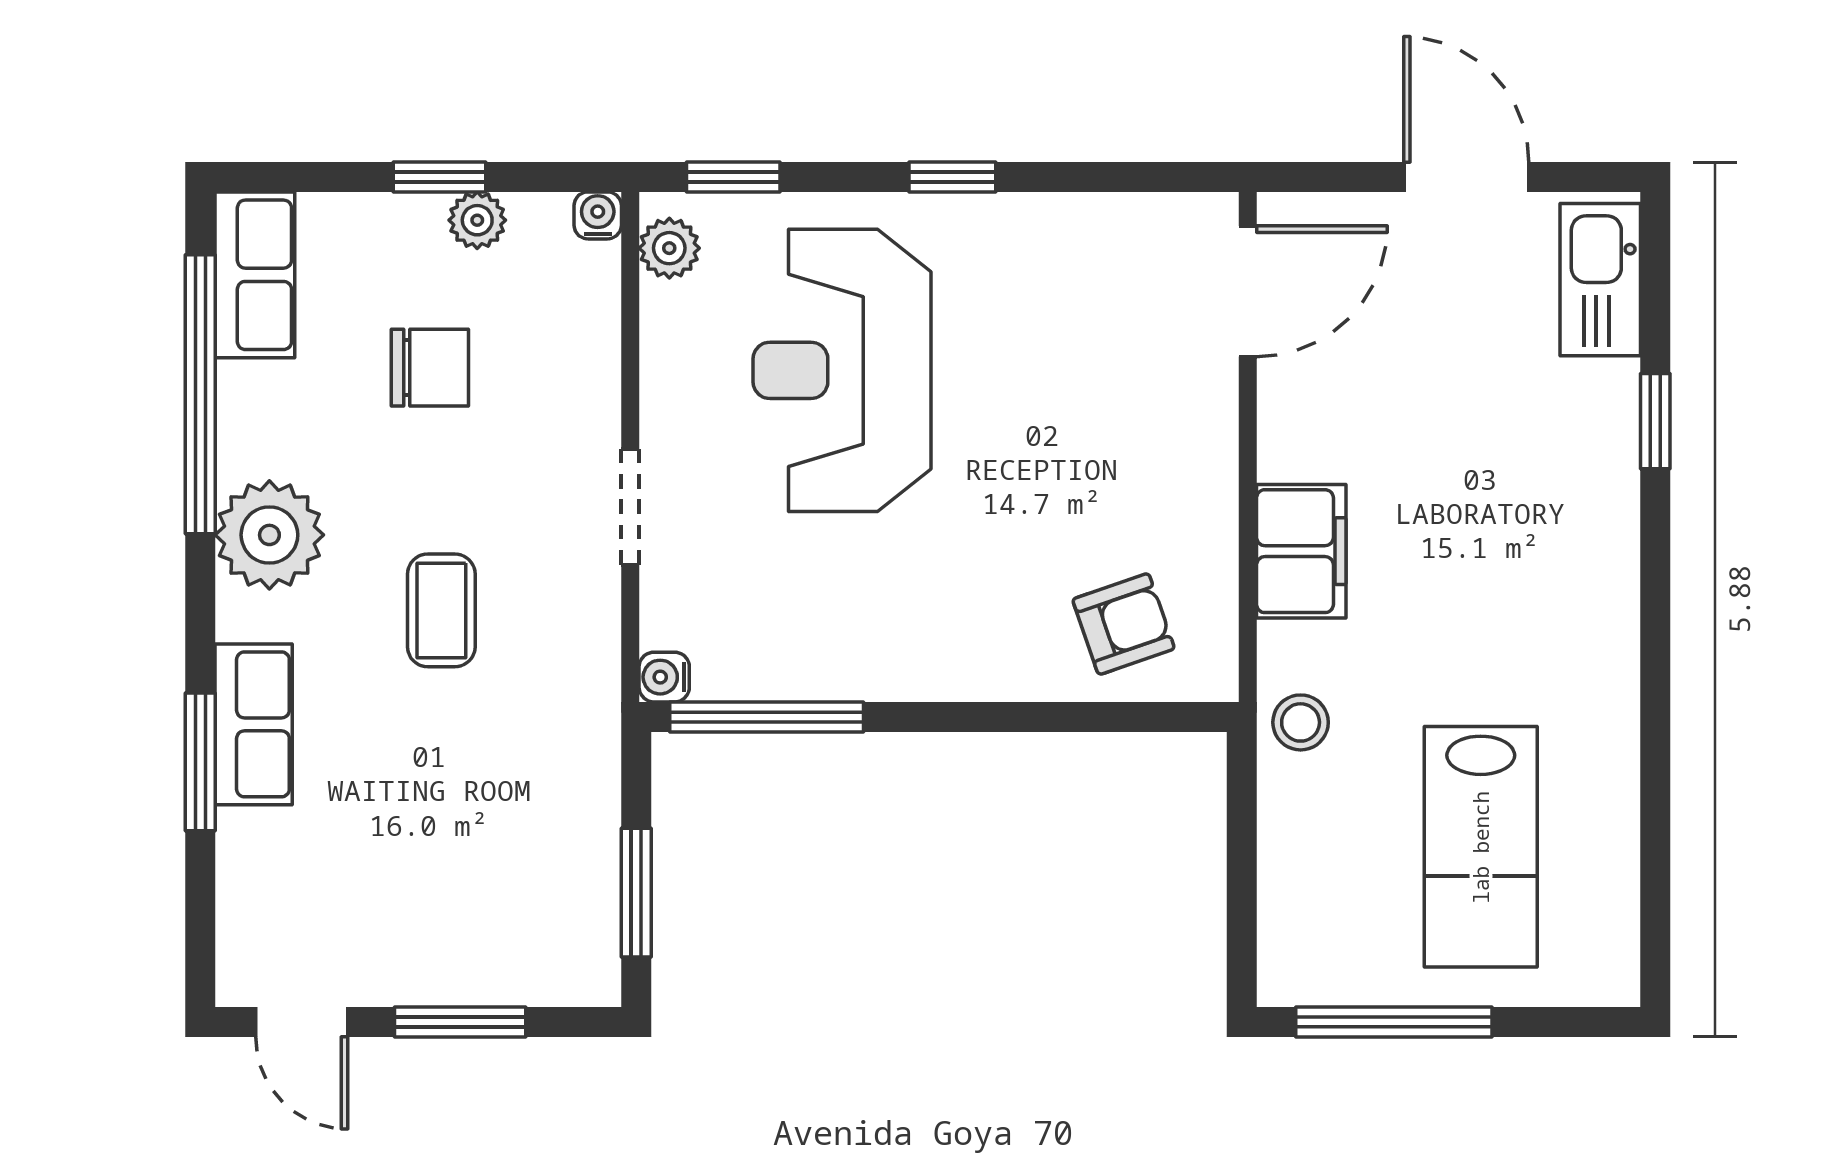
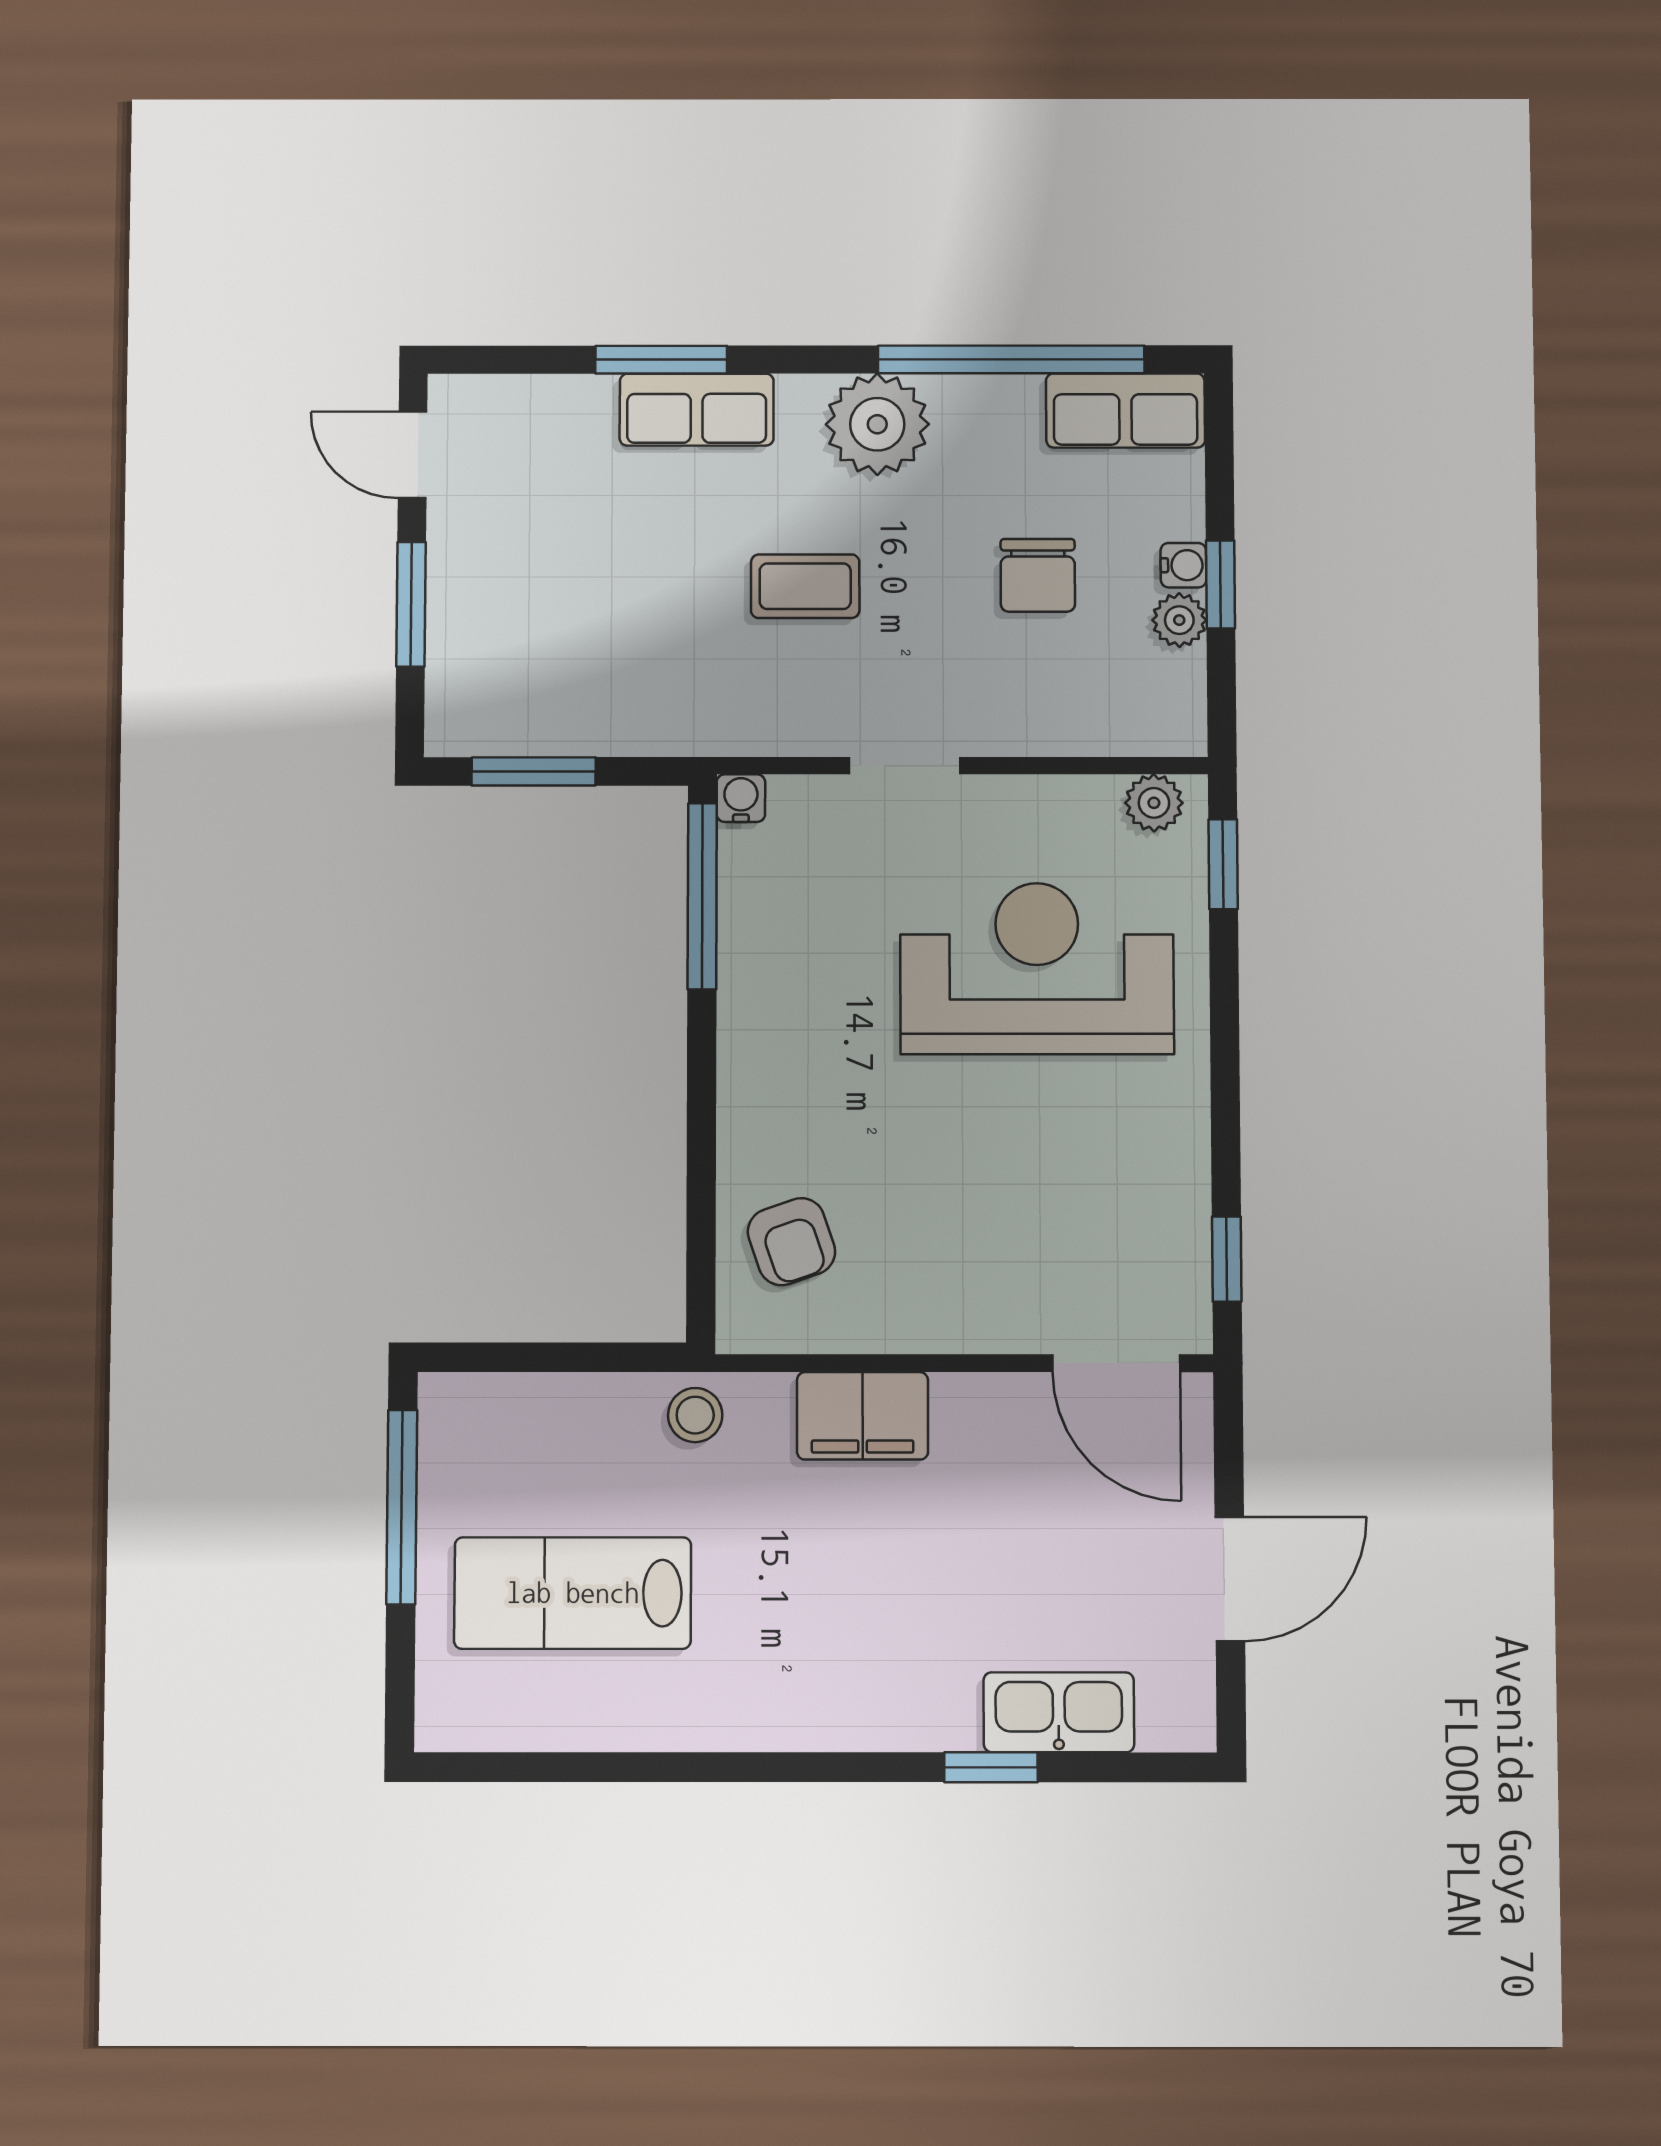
window: (952, 177) -> (1227, 1259), moved
water cooler: (598, 215) -> (1183, 565), moved
kitchen sink: (1600, 280) -> (1059, 1712), moved
door: (302, 1022) -> (413, 455), hinge flipped

